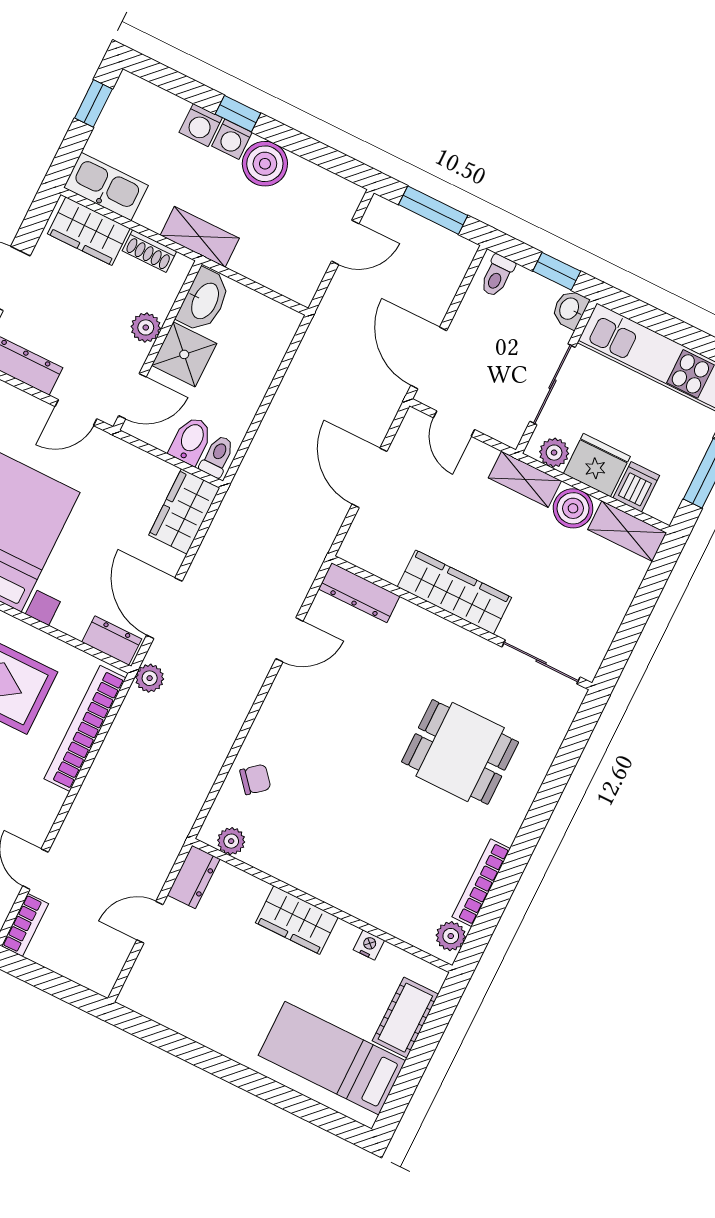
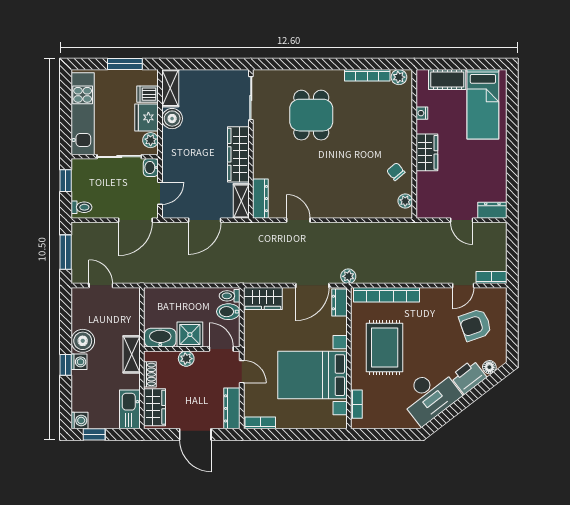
washing machine: (201, 125) -> (80, 420), moved
washbasin: (570, 309) -> (151, 168), moved, turned 90
shelving: (525, 479) -> (241, 201), moved
chair: (255, 779) -> (396, 172), moved
dresser: (194, 877) -> (492, 210), moved

